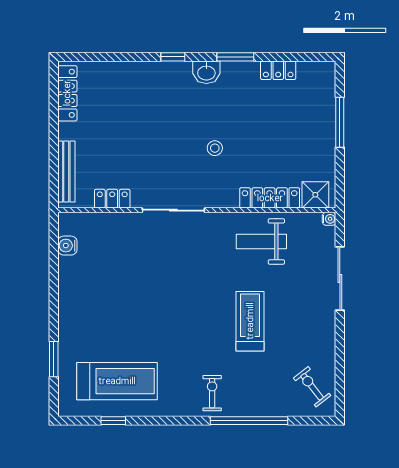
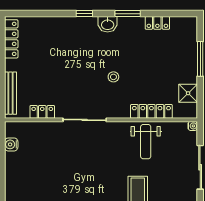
shower: (315, 195) -> (188, 93), moved
weight bench: (261, 241) -> (146, 142), turned -90

